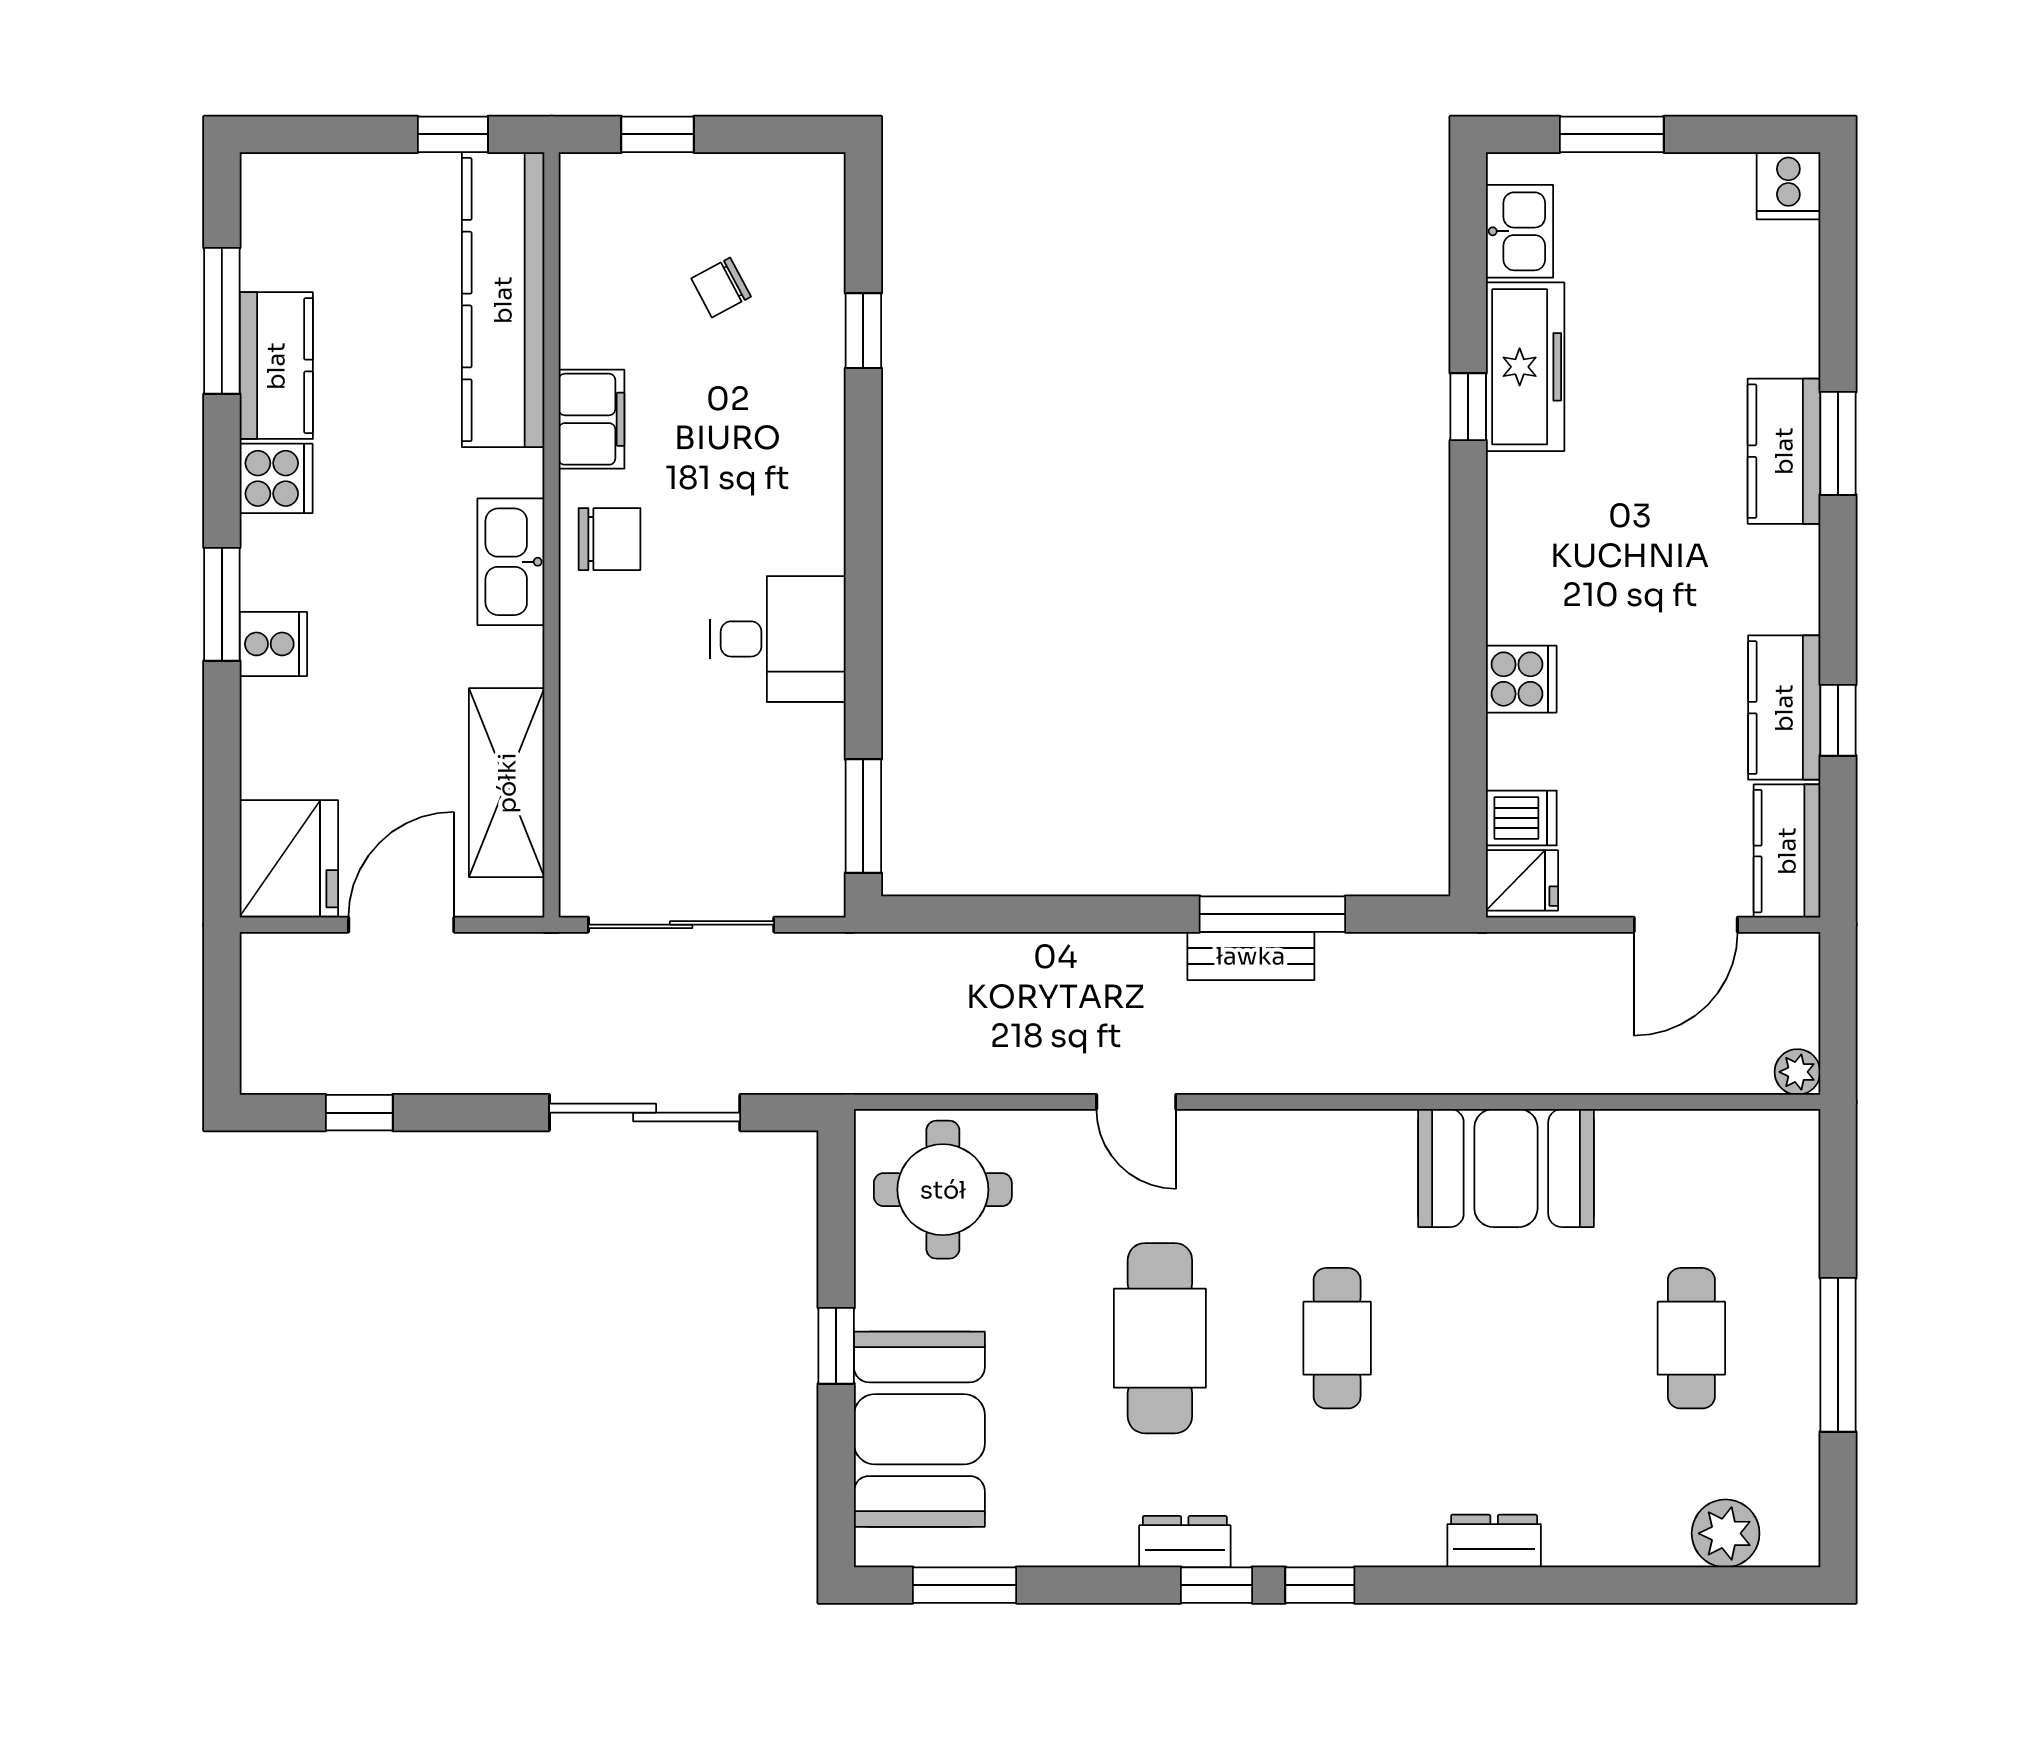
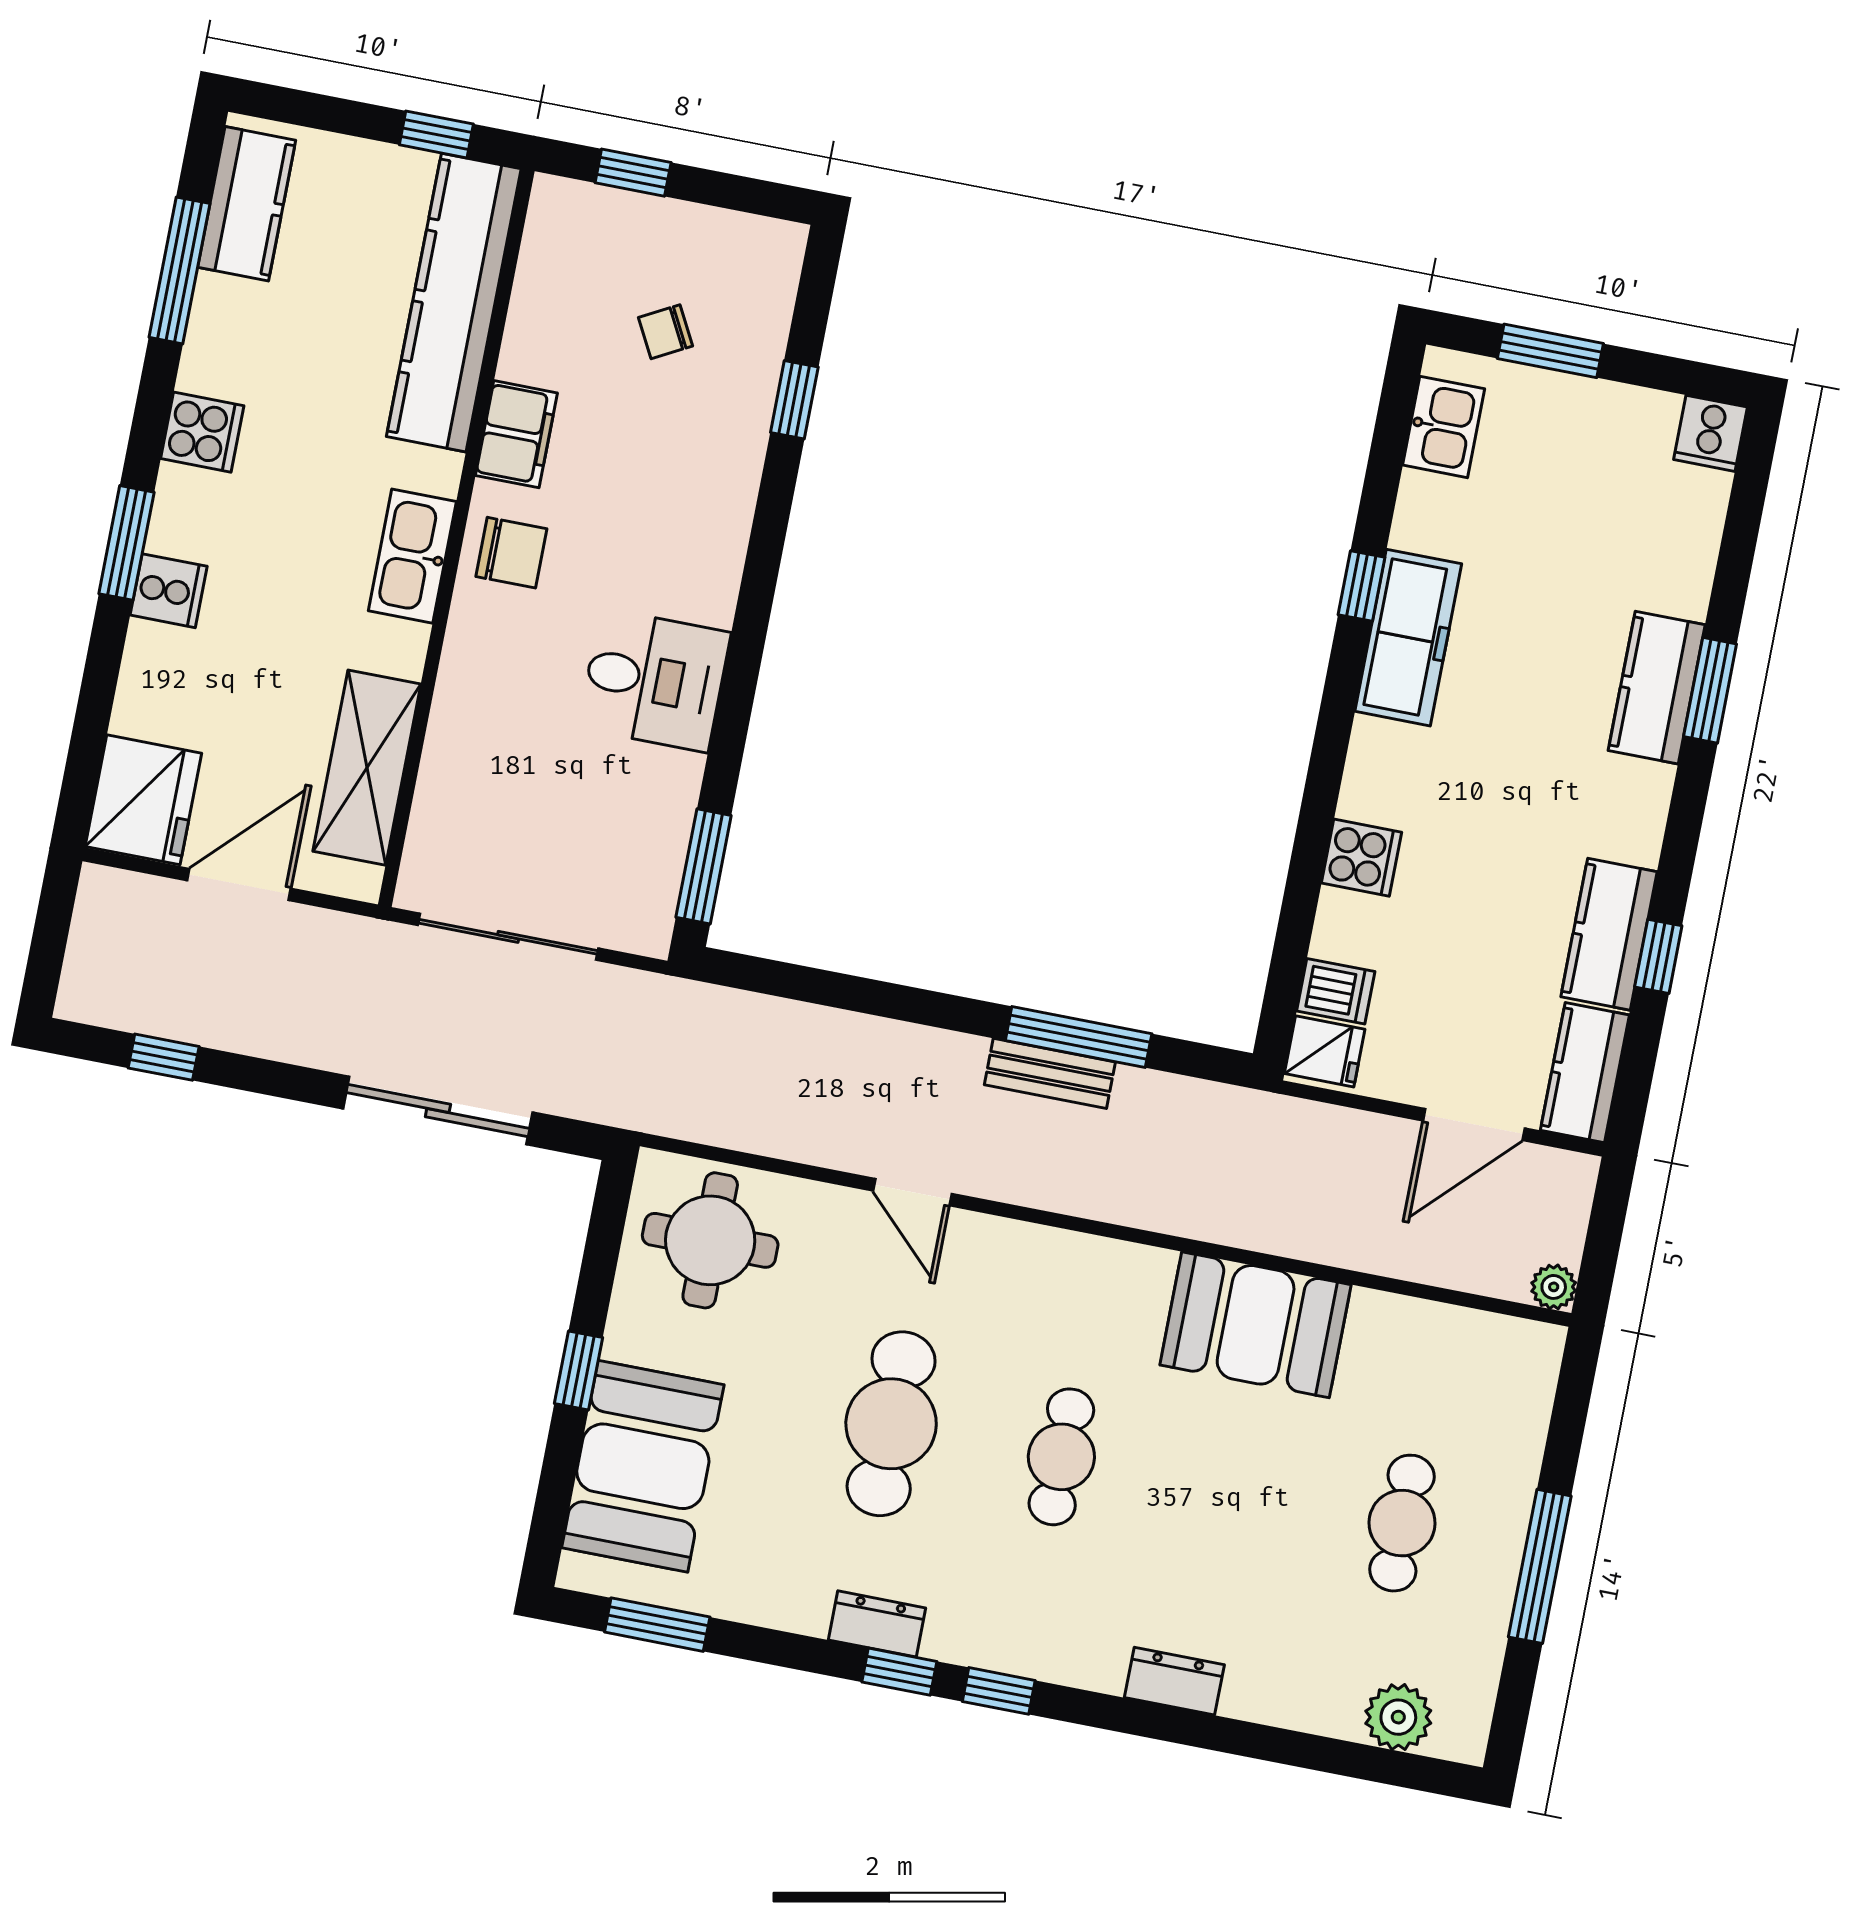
kitchen counter: (276, 366) -> (247, 204), moved
freezer: (1525, 367) -> (1408, 638), moved

